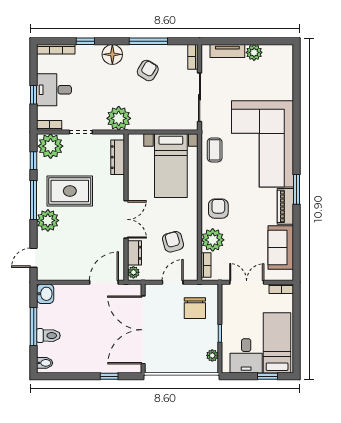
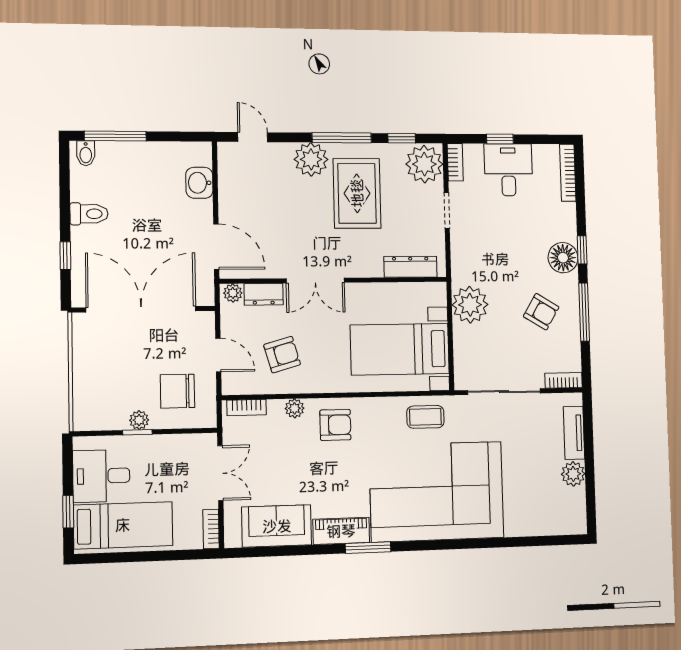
window: (85, 41) -> (582, 250), moved
plant: (119, 118) -> (470, 305), moved
plant: (213, 240) -> (295, 408), width x0.53, depth x0.53
washbasin: (45, 294) -> (199, 183), moved, turned 90
window: (34, 327) -> (115, 136), moved
toilet: (48, 336) -> (89, 214), moved, turned -90
plant: (212, 355) -> (139, 420), moved

